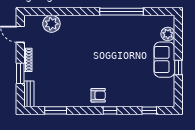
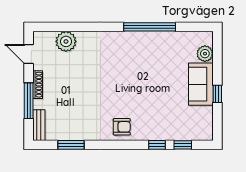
window: (20, 73) -> (29, 101), width x1.44
window: (110, 110) -> (157, 145), moved

